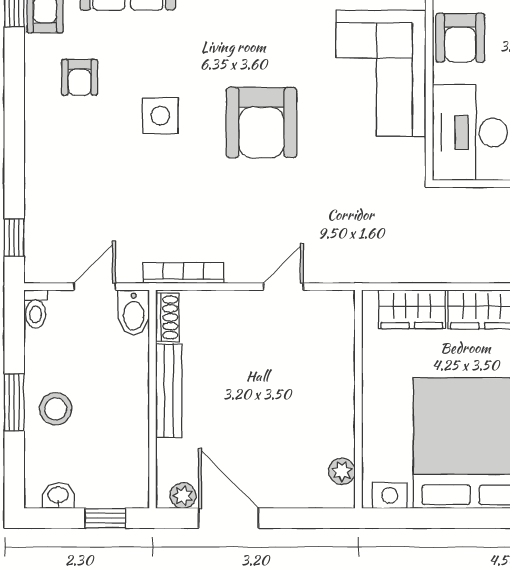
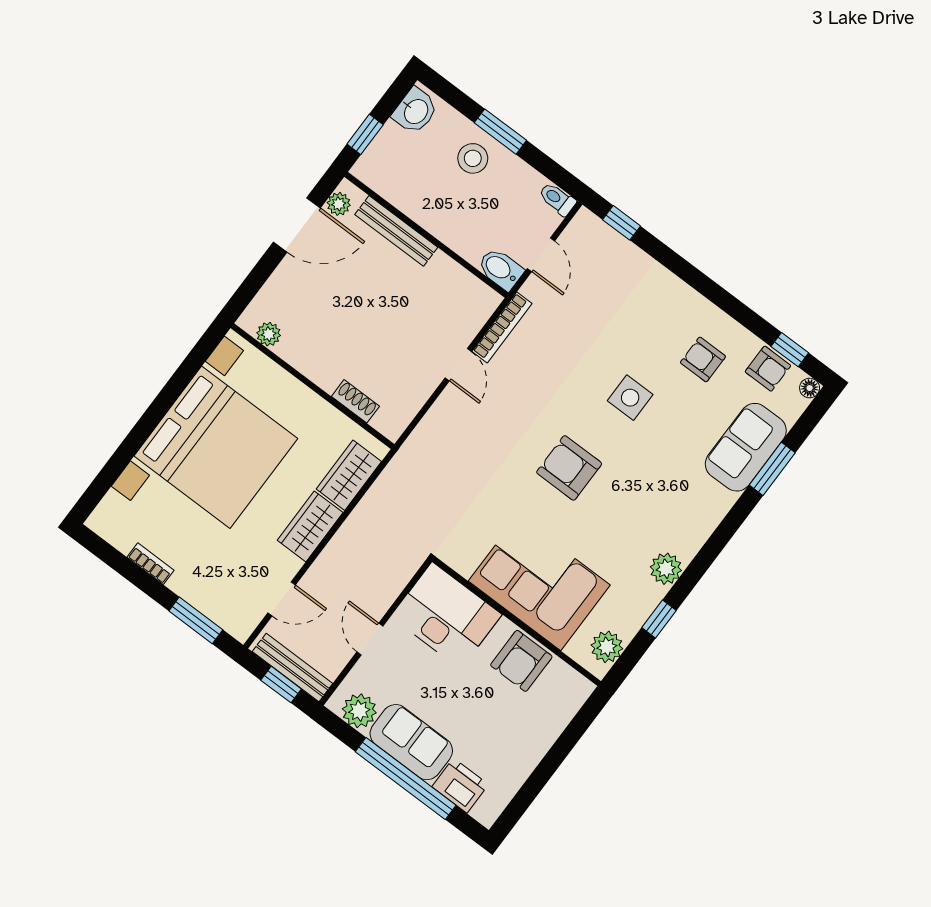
armchair: (460, 38) -> (521, 661), turned -90
armchair: (261, 123) -> (569, 468), width x0.73, depth x0.73
door: (283, 287) -> (458, 365), moved
shoe rack: (167, 317) -> (355, 401), moved, turned 180
bench: (169, 391) -> (396, 231), moved
washbasin: (58, 496) -> (415, 111), width x1.38, depth x1.45

